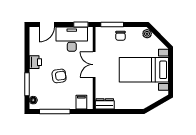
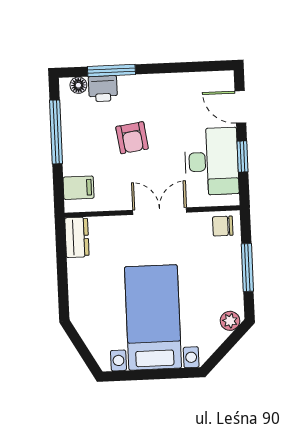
window: (81, 24) -> (243, 157), moved
window: (112, 24) -> (247, 267), moved
chair: (120, 36) -> (223, 226), moved
printer: (35, 62) -> (103, 89), moved

